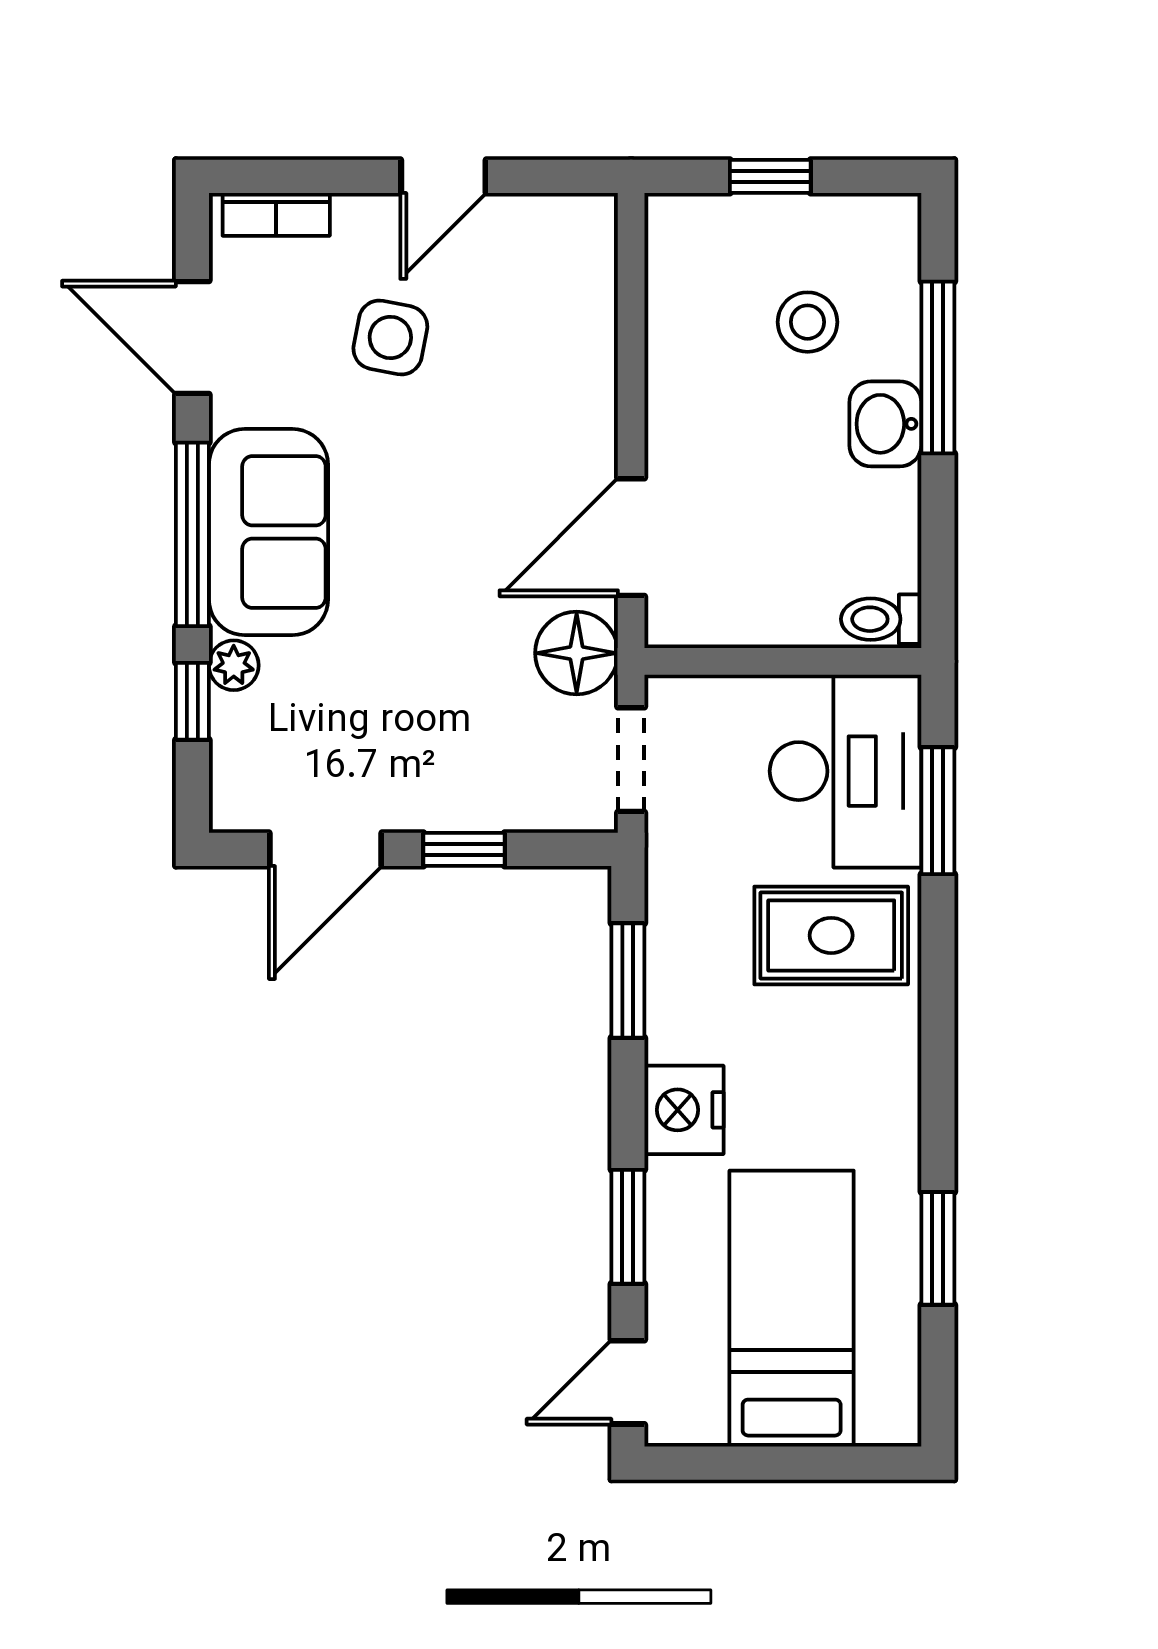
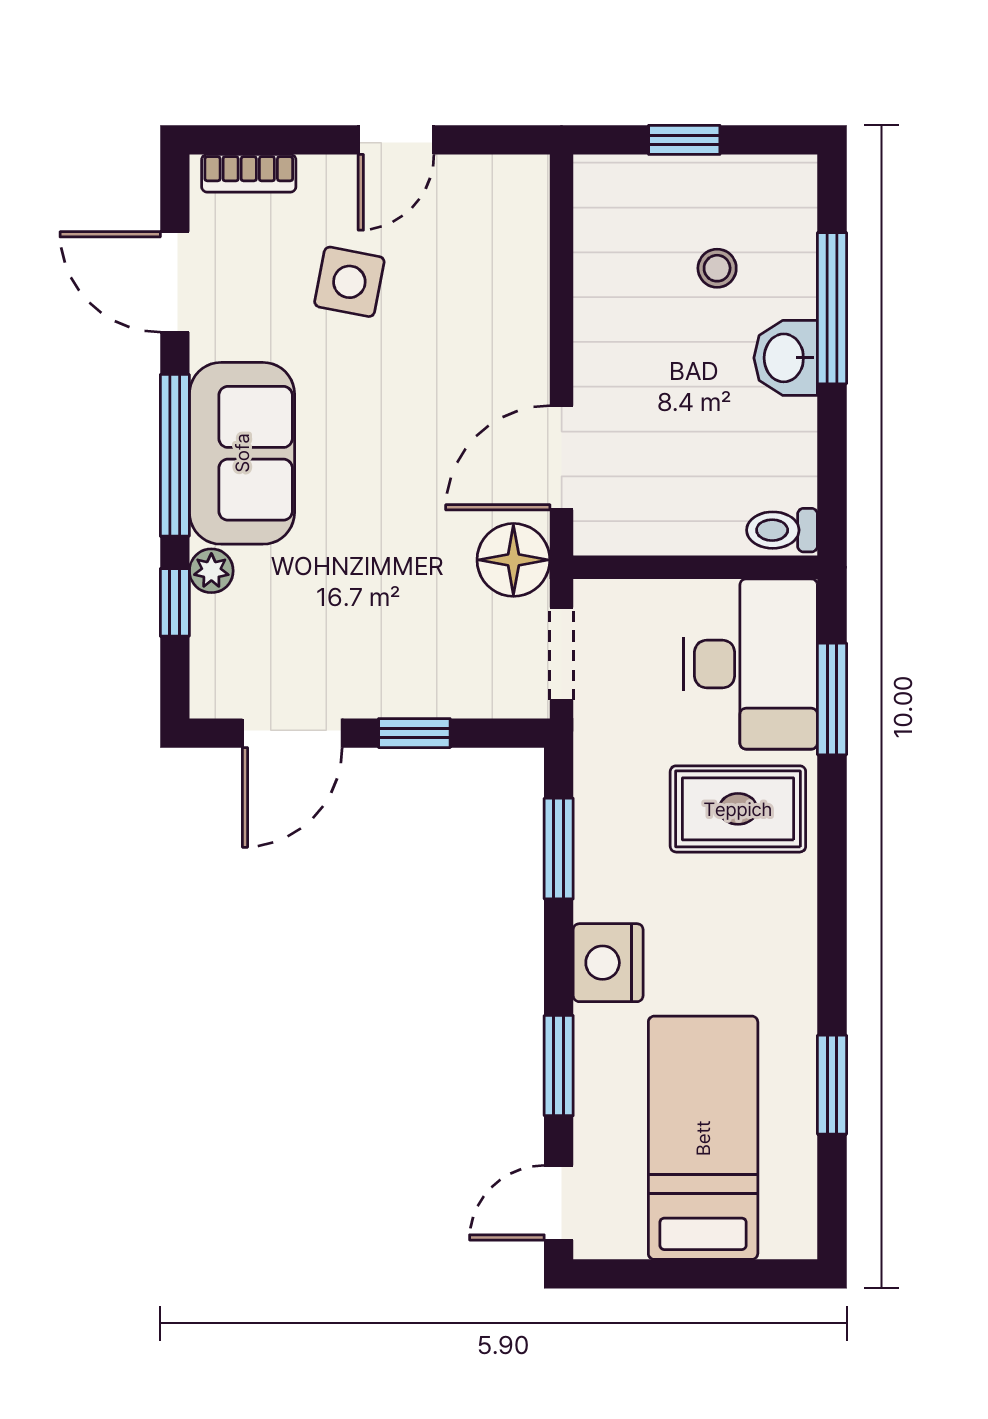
stool: (808, 322) -> (717, 268), width x0.73, depth x0.73

